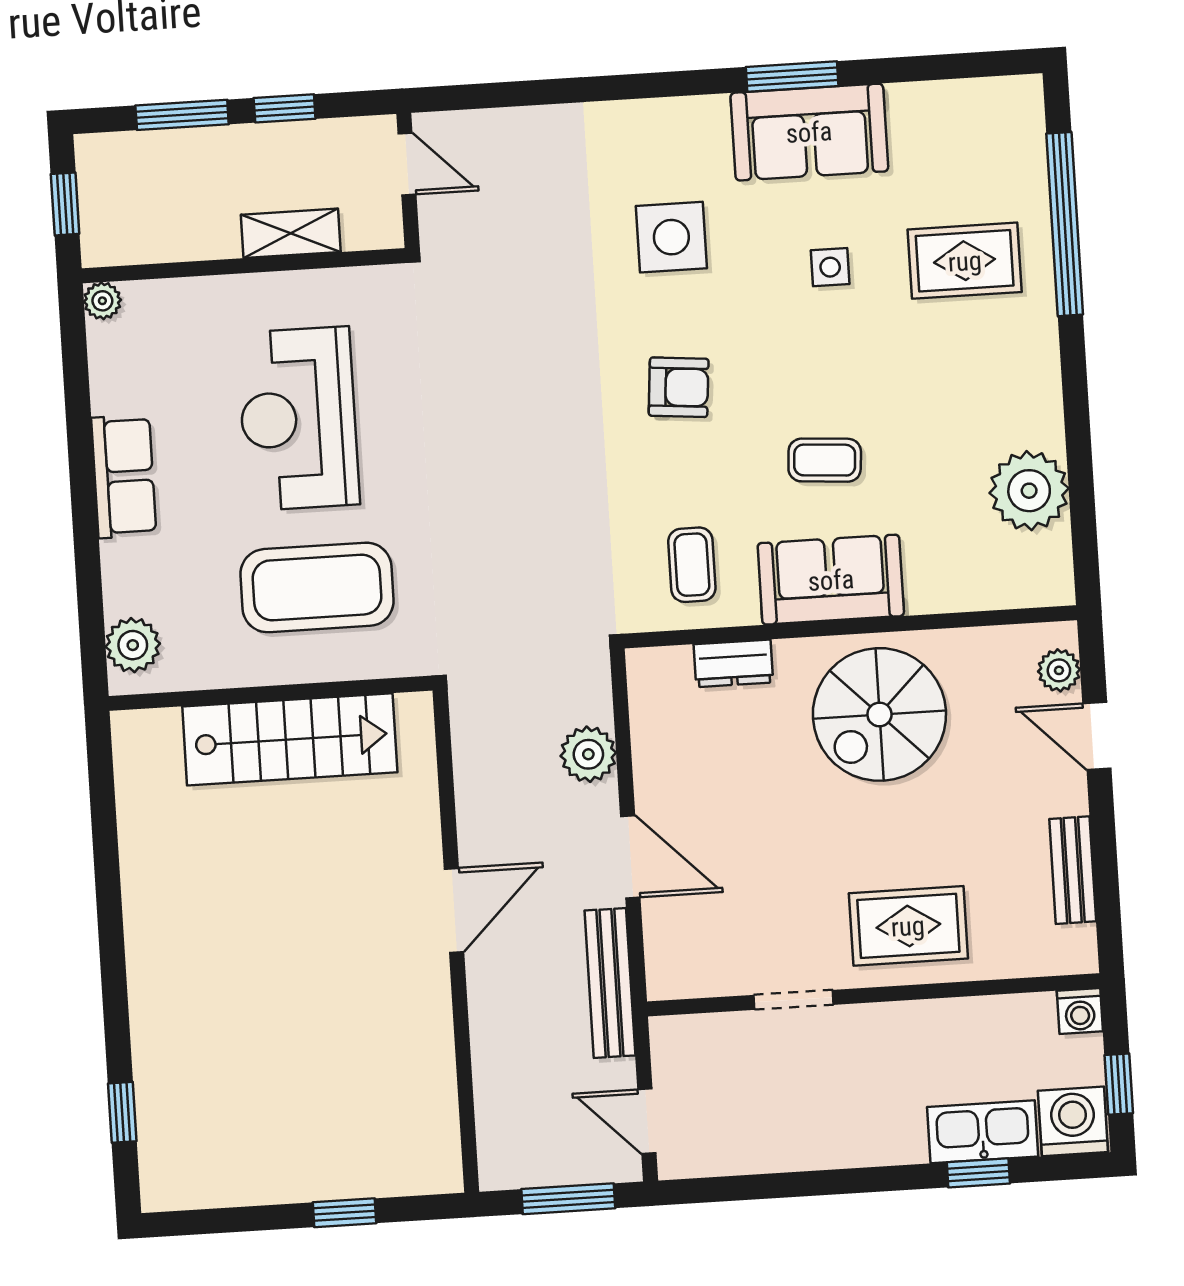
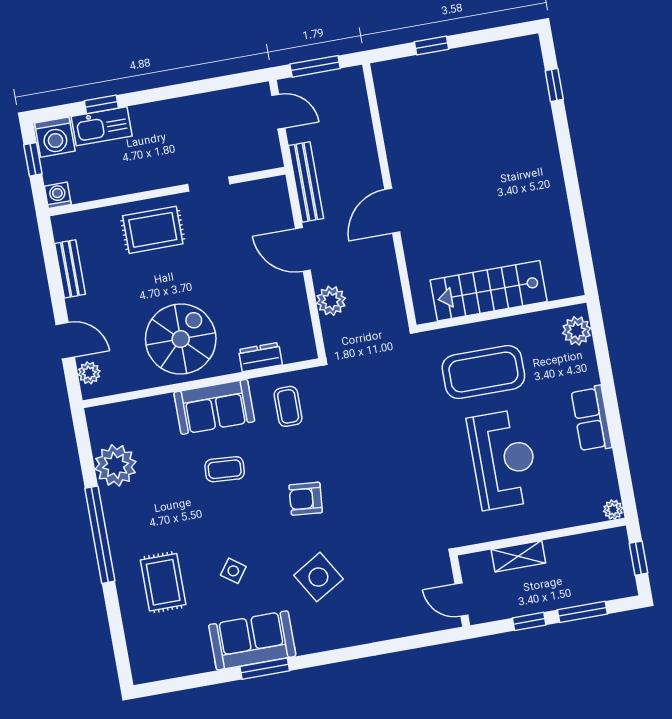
window: (1065, 224) -> (100, 535), moved
side table: (671, 237) -> (318, 577), turned -31
rug: (965, 261) -> (163, 582), turned 90
side table: (830, 267) -> (233, 571), turned 36

